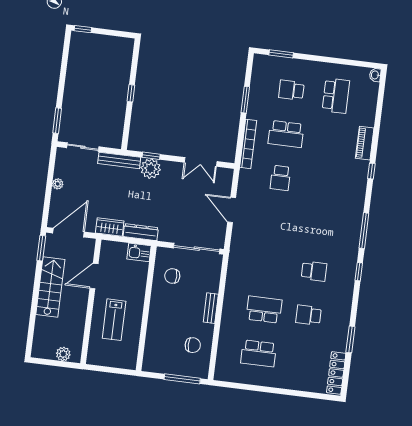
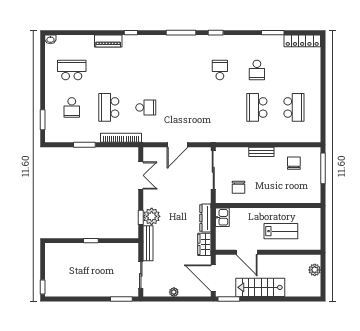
school desk: (286, 134) -> (109, 107), turned 180

